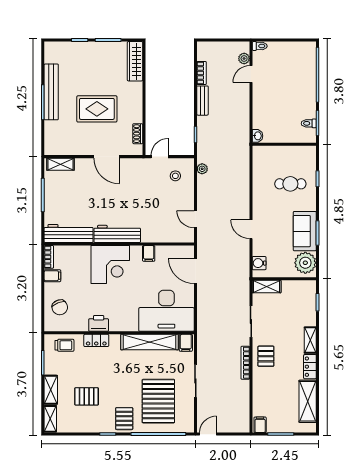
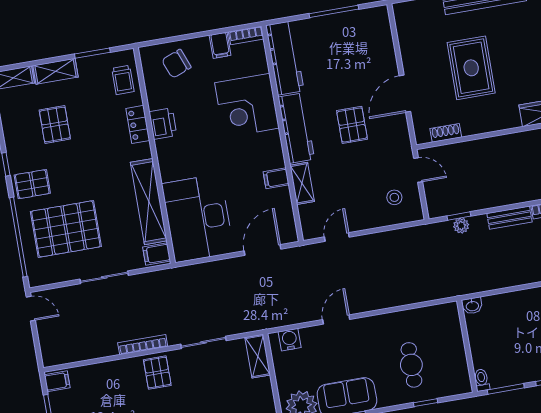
toilet: (309, 123) -> (482, 380), moved
shelving: (60, 164) -> (302, 183), moved
plant: (202, 169) -> (461, 226), moved
pallet: (122, 196) -> (352, 125), added
corner desk: (110, 265) -> (247, 105), moved
pallet: (266, 356) -> (157, 373), turned 90

